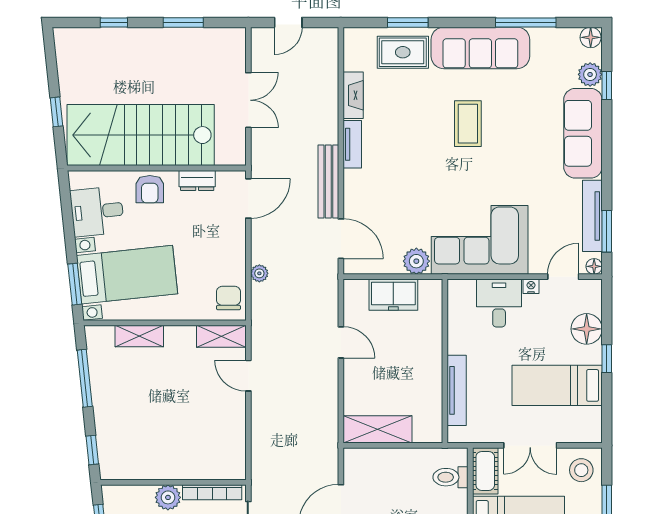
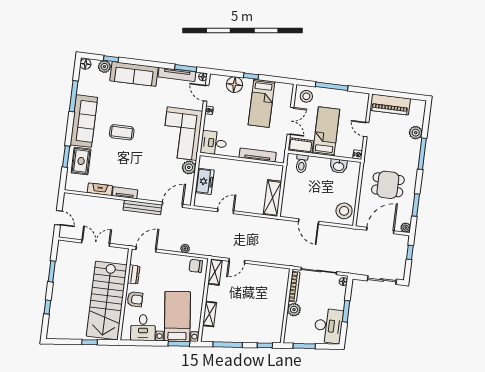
door: (248, 198) -> (146, 249), hinge flipped
desk: (499, 303) -> (214, 143), moved

